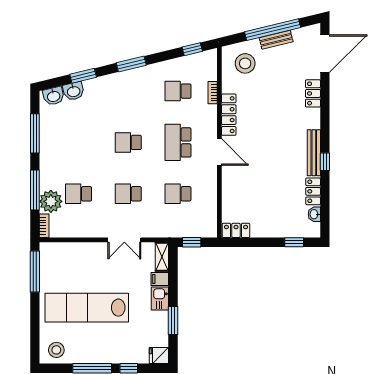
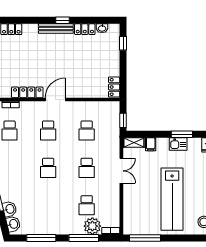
school desk: (178, 142) -> (48, 131), width x0.54
kitchen sink: (160, 298) -> (178, 144), moved

